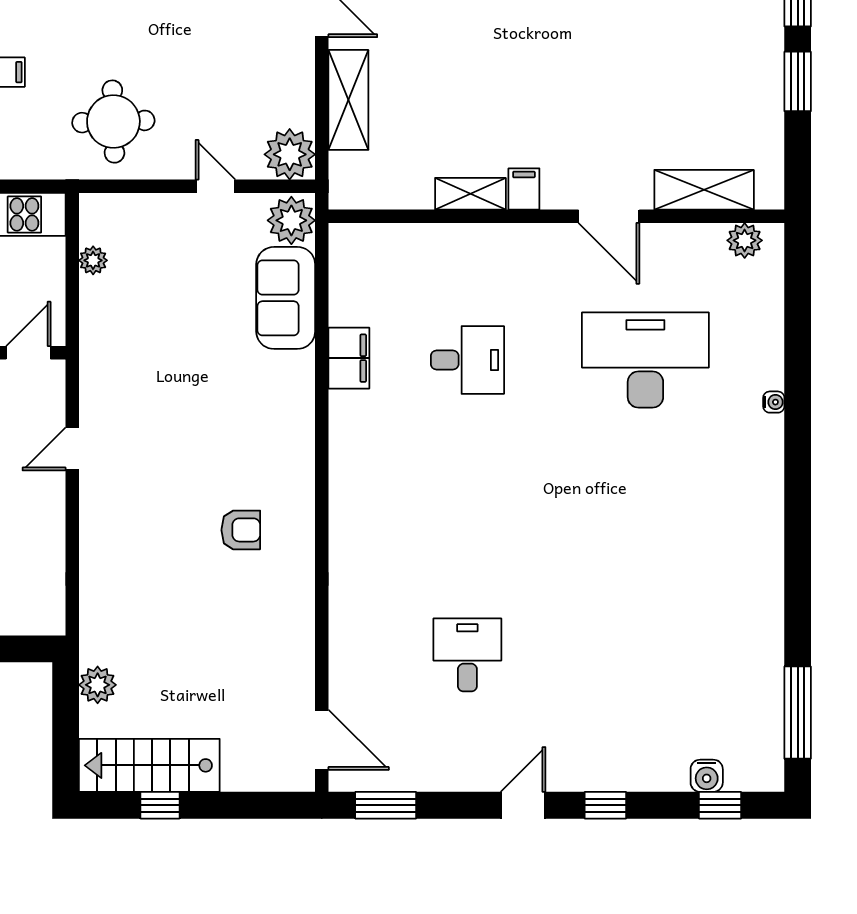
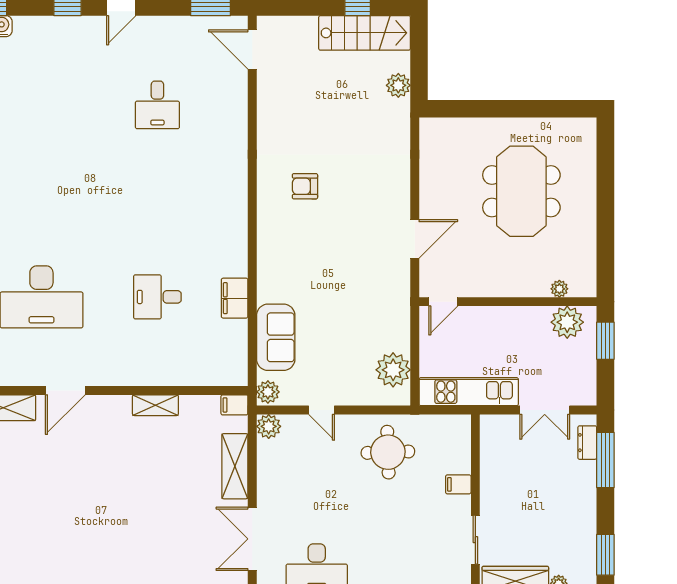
plant: (290, 154) -> (269, 426), width x0.73, depth x0.73
filing cabinet: (524, 189) -> (234, 405), moved, turned 90
door: (609, 216) -> (65, 390), swing flipped
plant: (291, 220) -> (268, 392), width x0.73, depth x0.73
plant: (93, 260) -> (393, 370), width x1.88, depth x1.88
door: (72, 449) -> (415, 239), width x1.38

